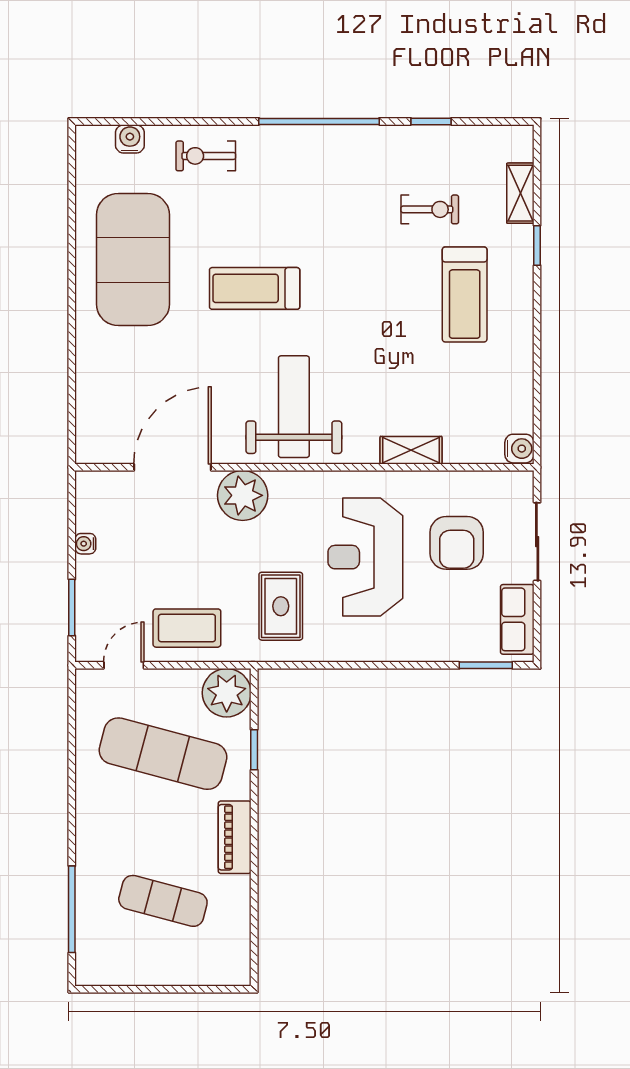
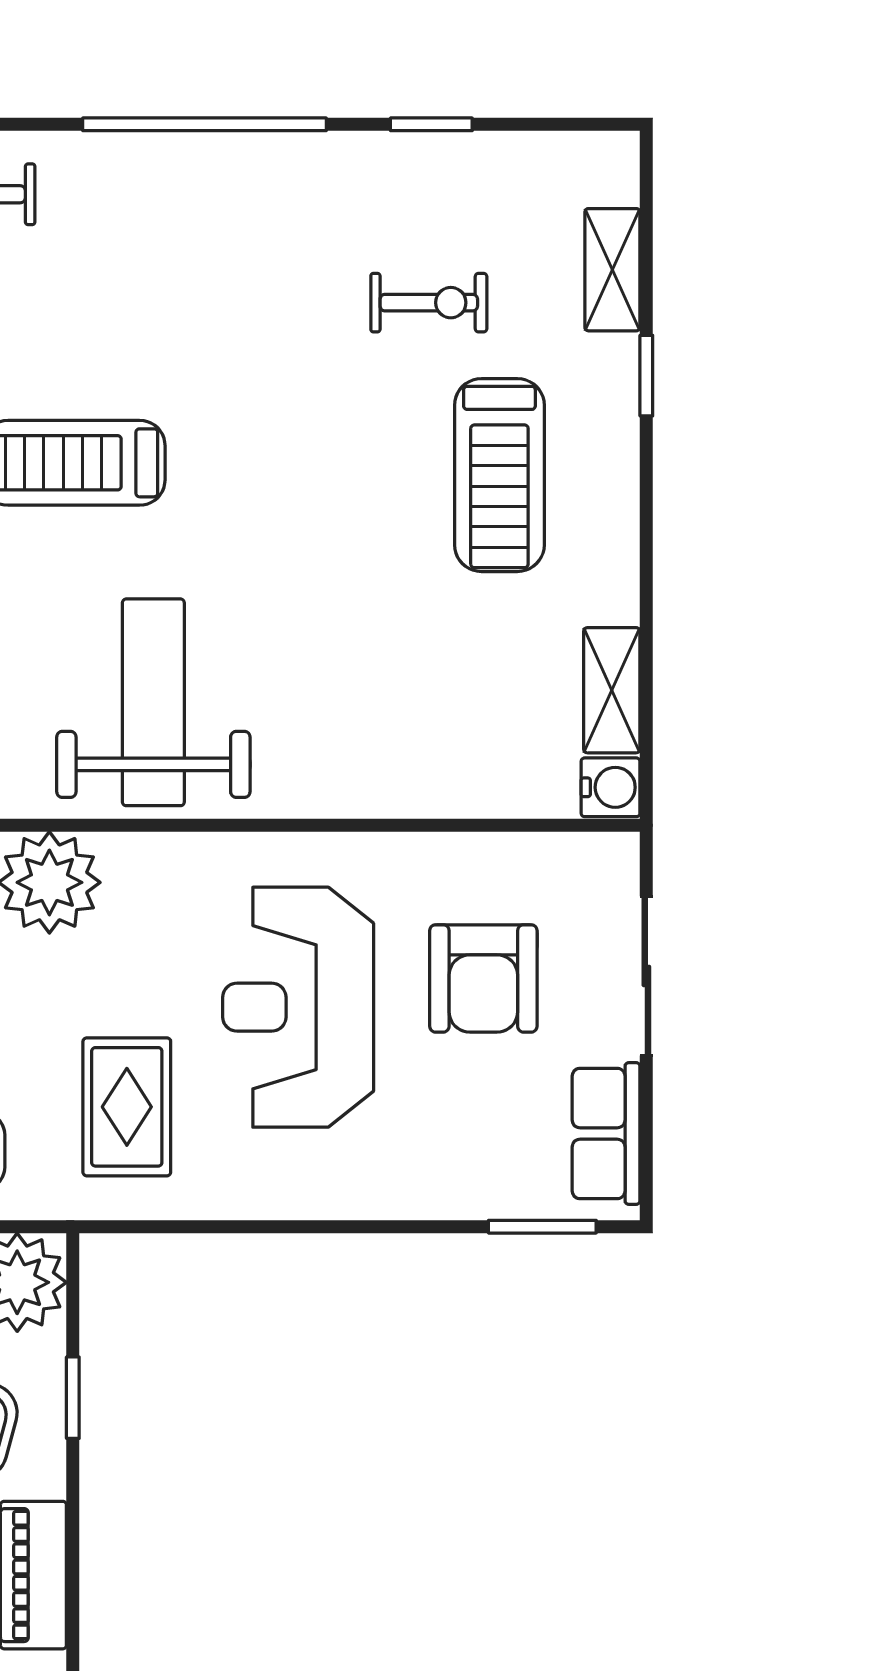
shelving: (411, 450) -> (612, 690), moved, turned 90

